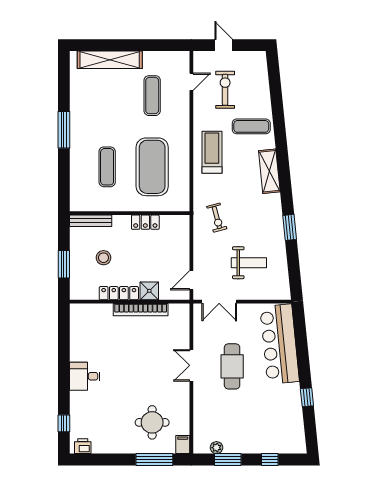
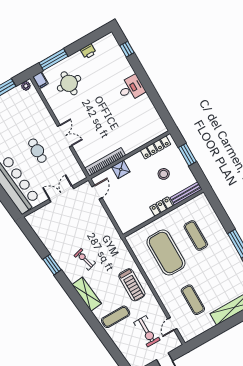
exercise bike: (217, 218) -> (85, 259), moved
locker: (145, 222) -> (161, 206), moved
weight bench: (249, 263) -> (66, 226), removed
locker: (119, 293) -> (155, 147), moved
double door: (219, 302) -> (61, 194), moved
bookcase: (141, 310) -> (105, 162), moved
cafe table: (232, 366) -> (37, 151), width x0.73, depth x0.74
printer: (83, 446) -> (88, 51), moved
plant: (216, 448) -> (26, 86), moved

